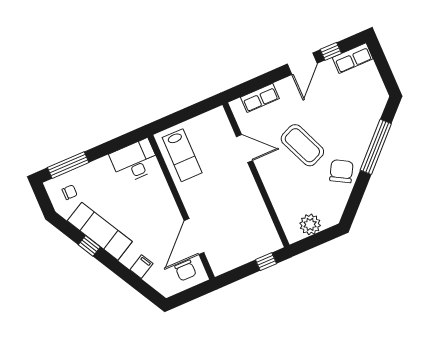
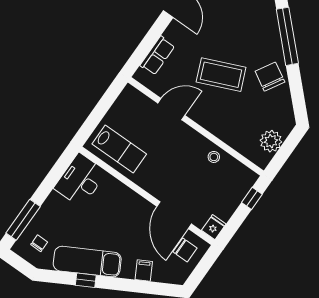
stool: (255, 209) -> (214, 157), added
fridge: (220, 266) -> (214, 227), added

